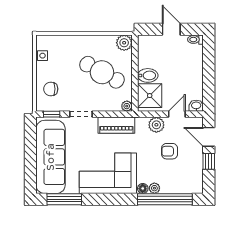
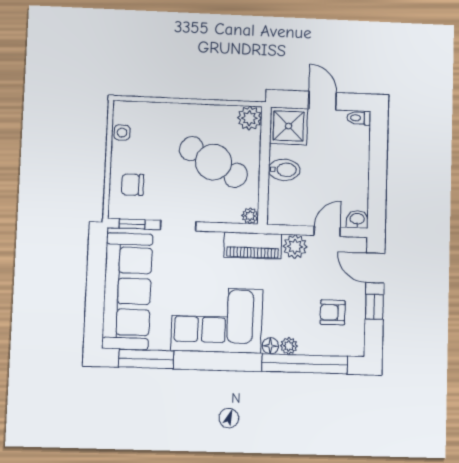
shower: (150, 96) -> (289, 126), moved
piano: (116, 125) -> (253, 246), moved
armchair: (170, 151) -> (333, 312), moved

